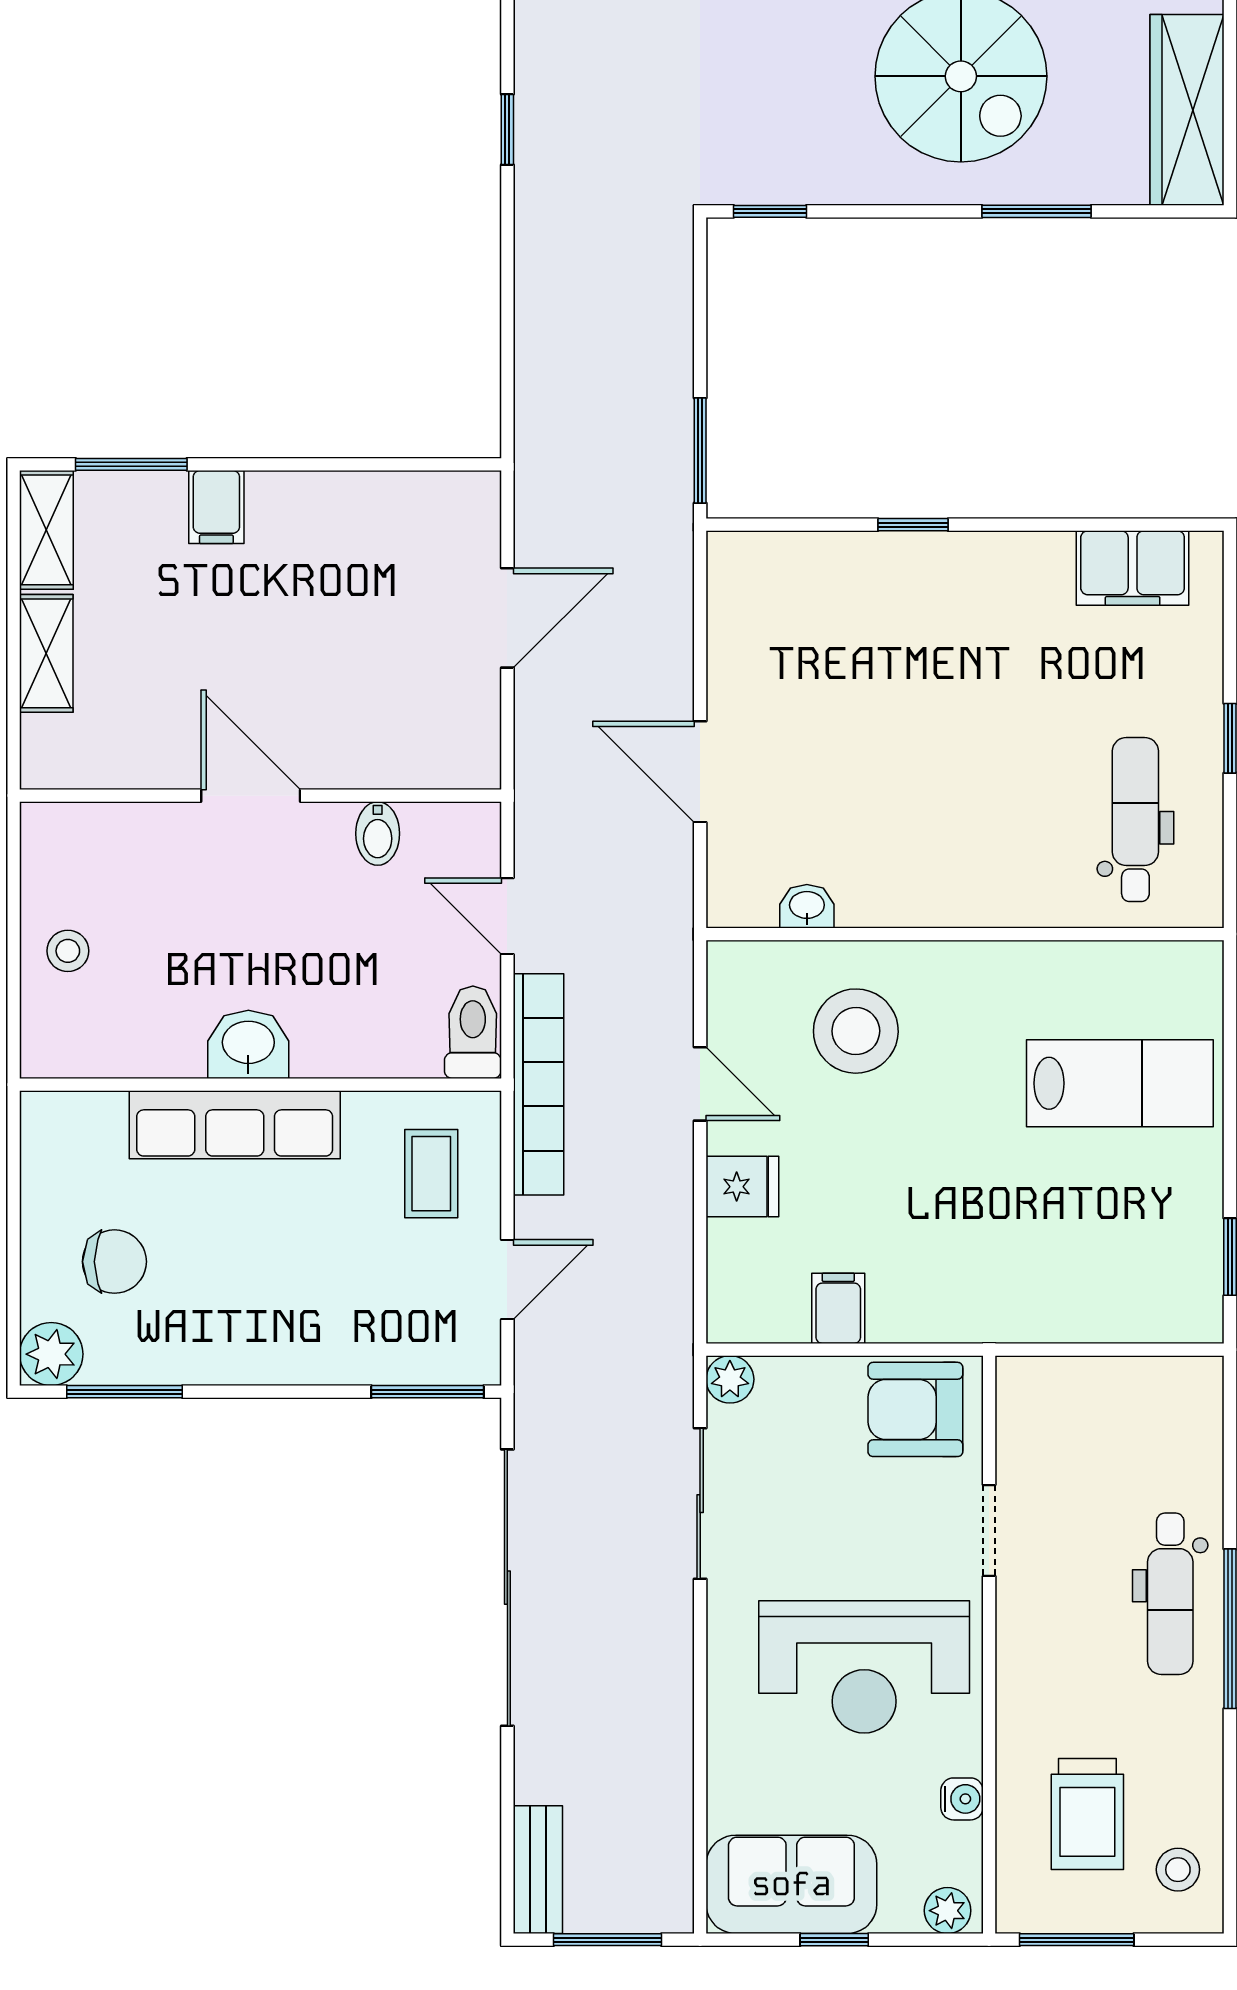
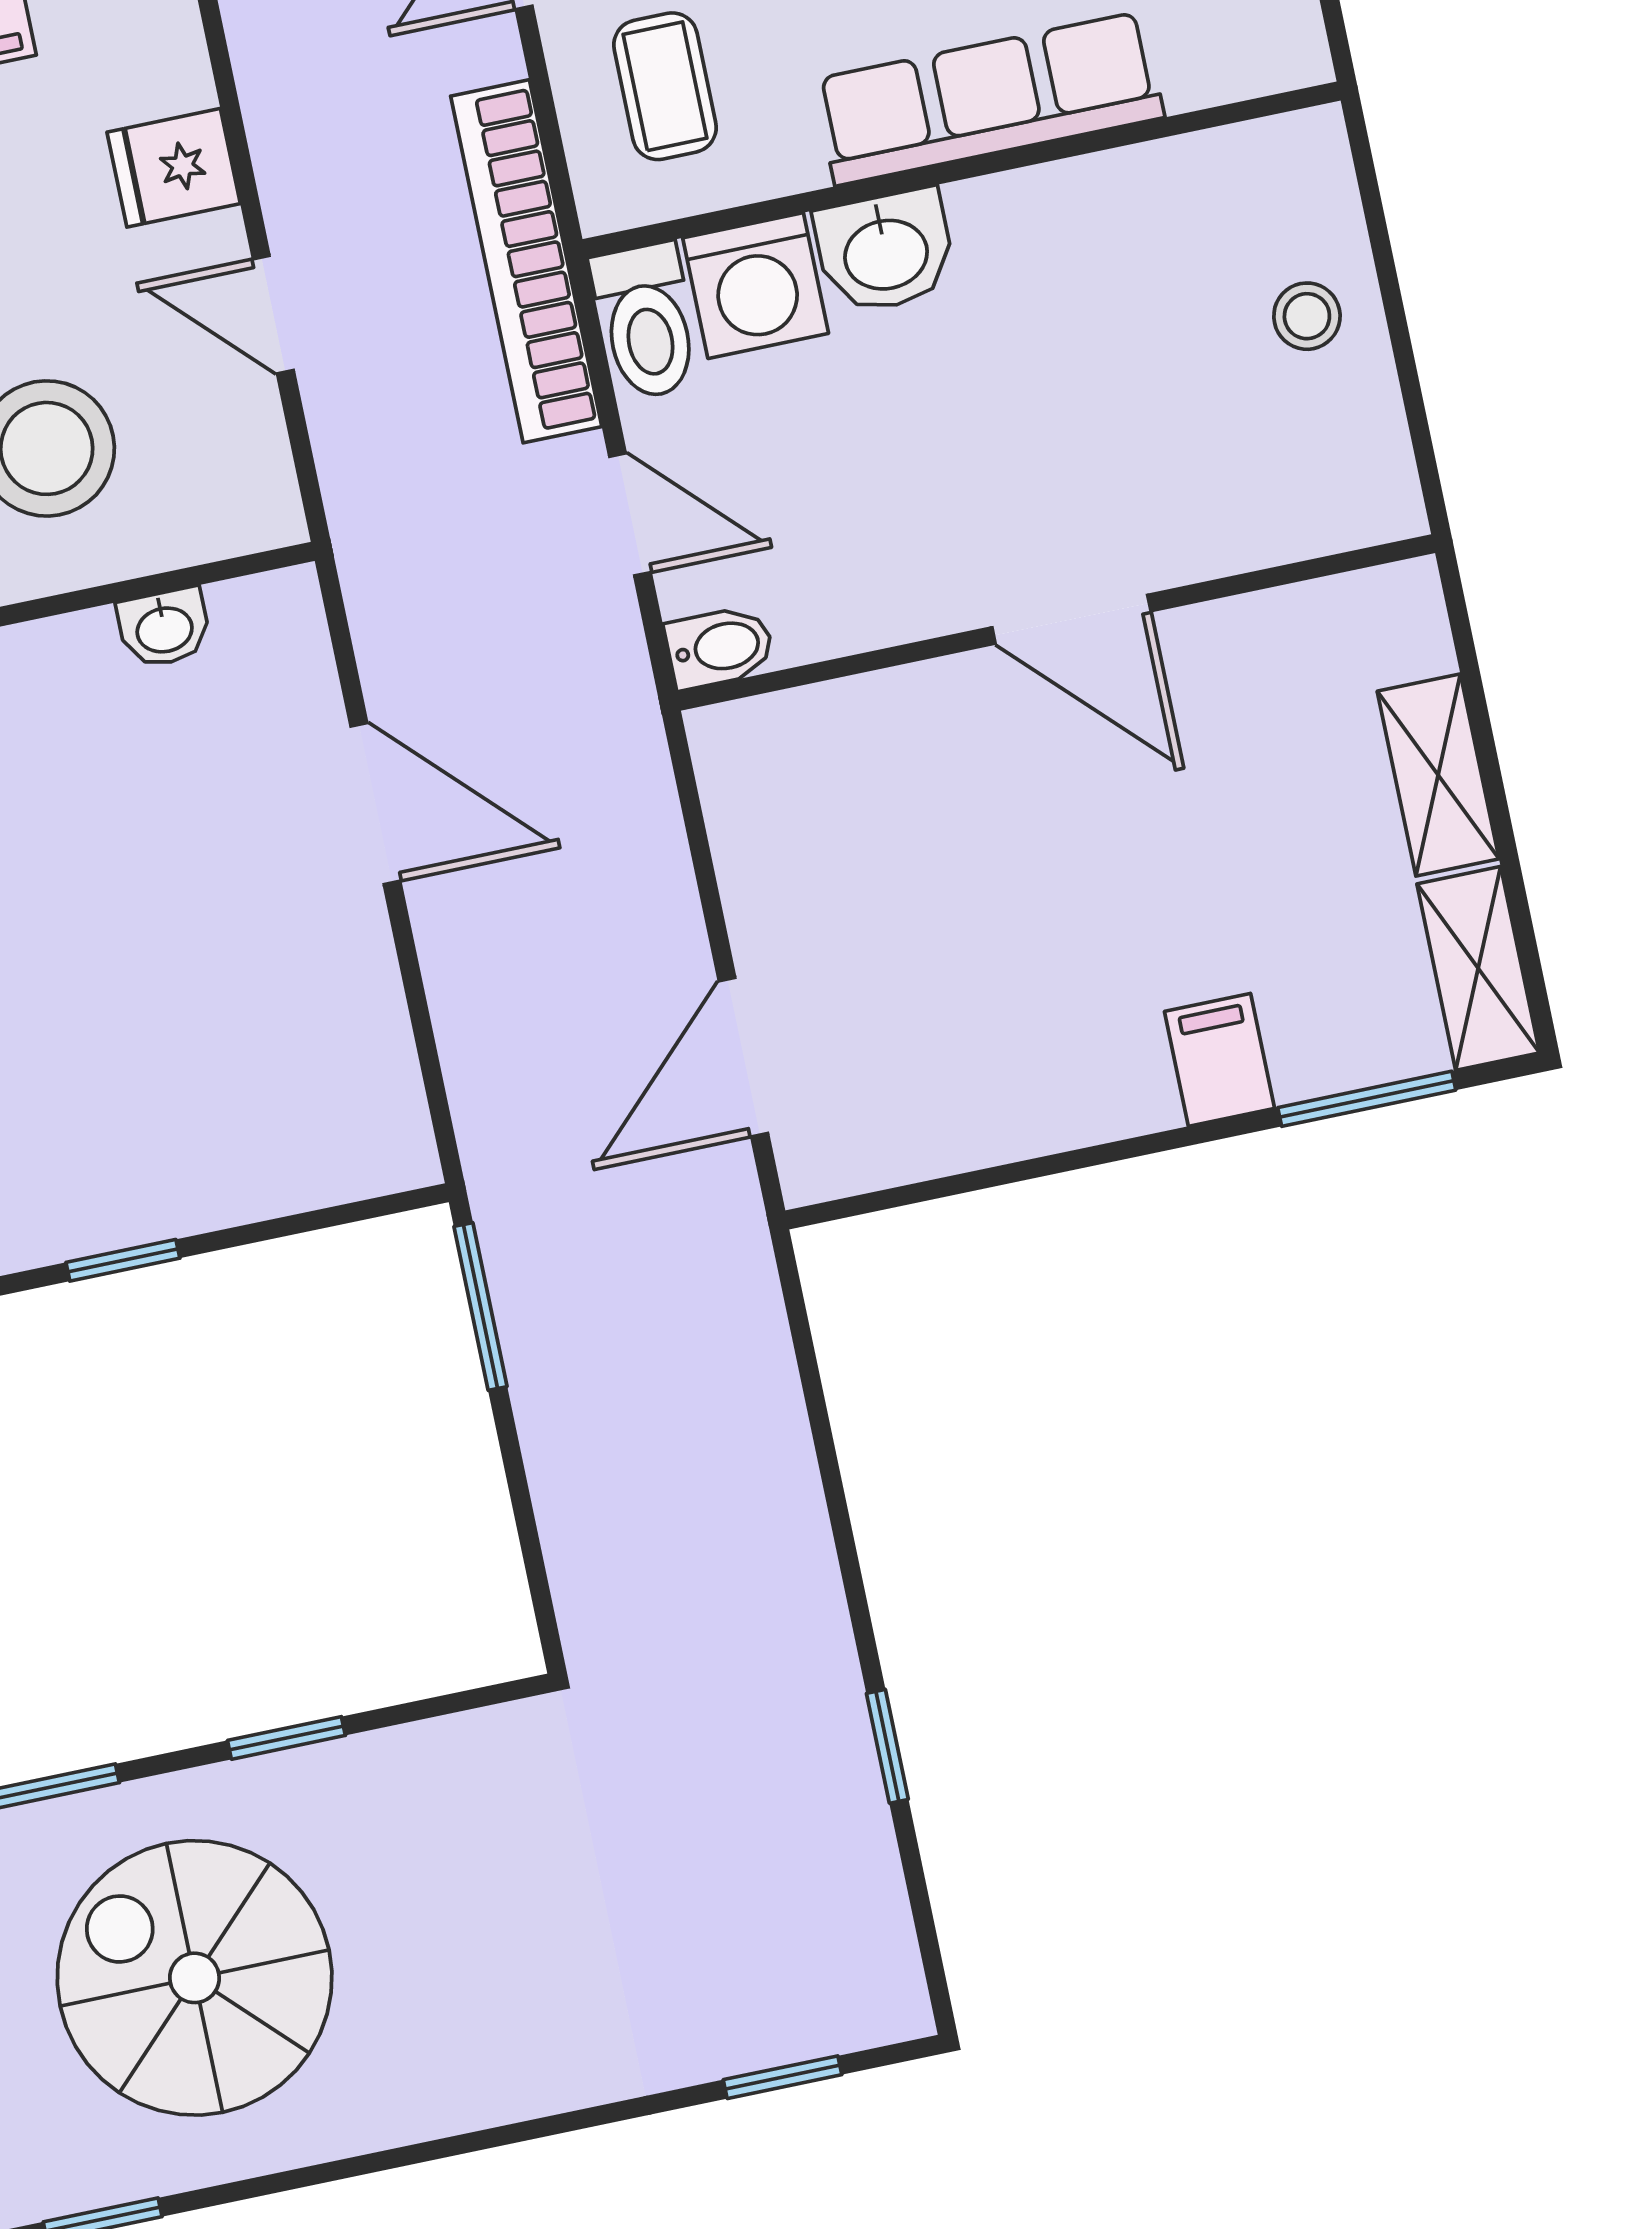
window: (770, 211) -> (286, 1738), moved
door: (507, 618) -> (743, 1057), moved
bidet: (378, 834) -> (720, 647), moved, turned 90
washing machine: (401, 1040) -> (756, 286), added
washbasin: (248, 1044) -> (885, 251), moved

